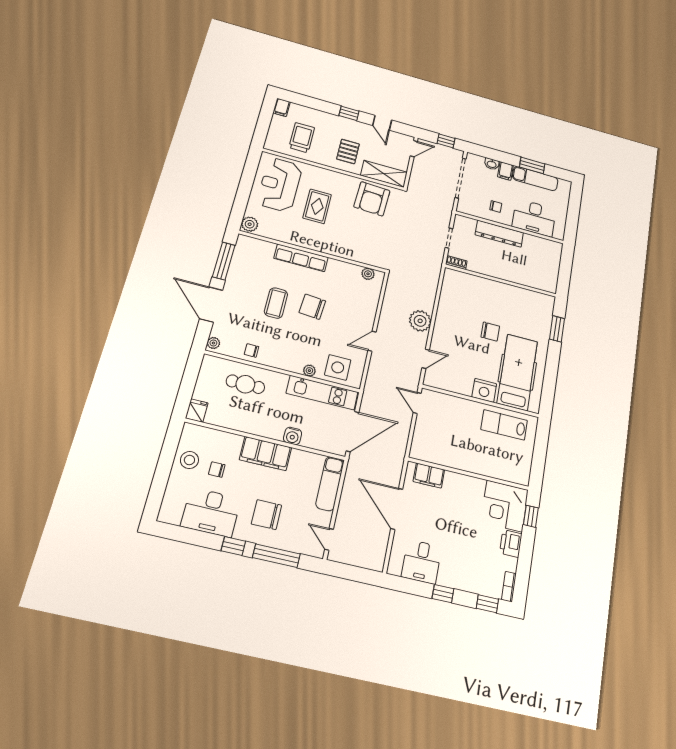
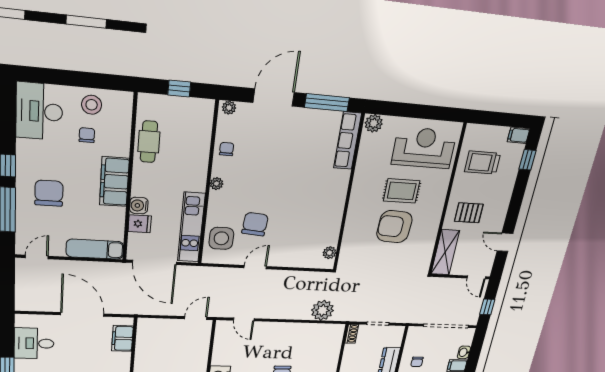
window: (349, 113) -> (528, 160), moved
door: (382, 123) -> (505, 242), hinge flipped
trolley: (302, 138) -> (483, 162), turned 180
armchair: (372, 199) -> (394, 227), moved
row of seats: (301, 258) -> (348, 141), moved
coffee table: (276, 303) -> (285, 166), removed
chair: (312, 307) -> (255, 224), moved
plant: (420, 321) -> (322, 310), moved
door: (372, 341) -> (255, 267), hinge flipped
plant: (309, 371) -> (217, 184), moved
window: (188, 383) -> (179, 89), added
cafe table: (245, 384) -> (149, 142), moved
fridge: (197, 411) -> (140, 224), moved
door: (397, 509) -> (82, 314), hinge flipped
desk: (211, 512) -> (39, 111), moved

